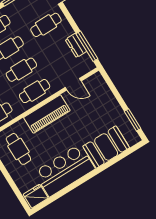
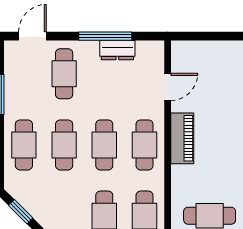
window: (87, 46) -> (105, 36), moved
piano: (47, 114) -> (182, 138), width x0.73, depth x0.75

